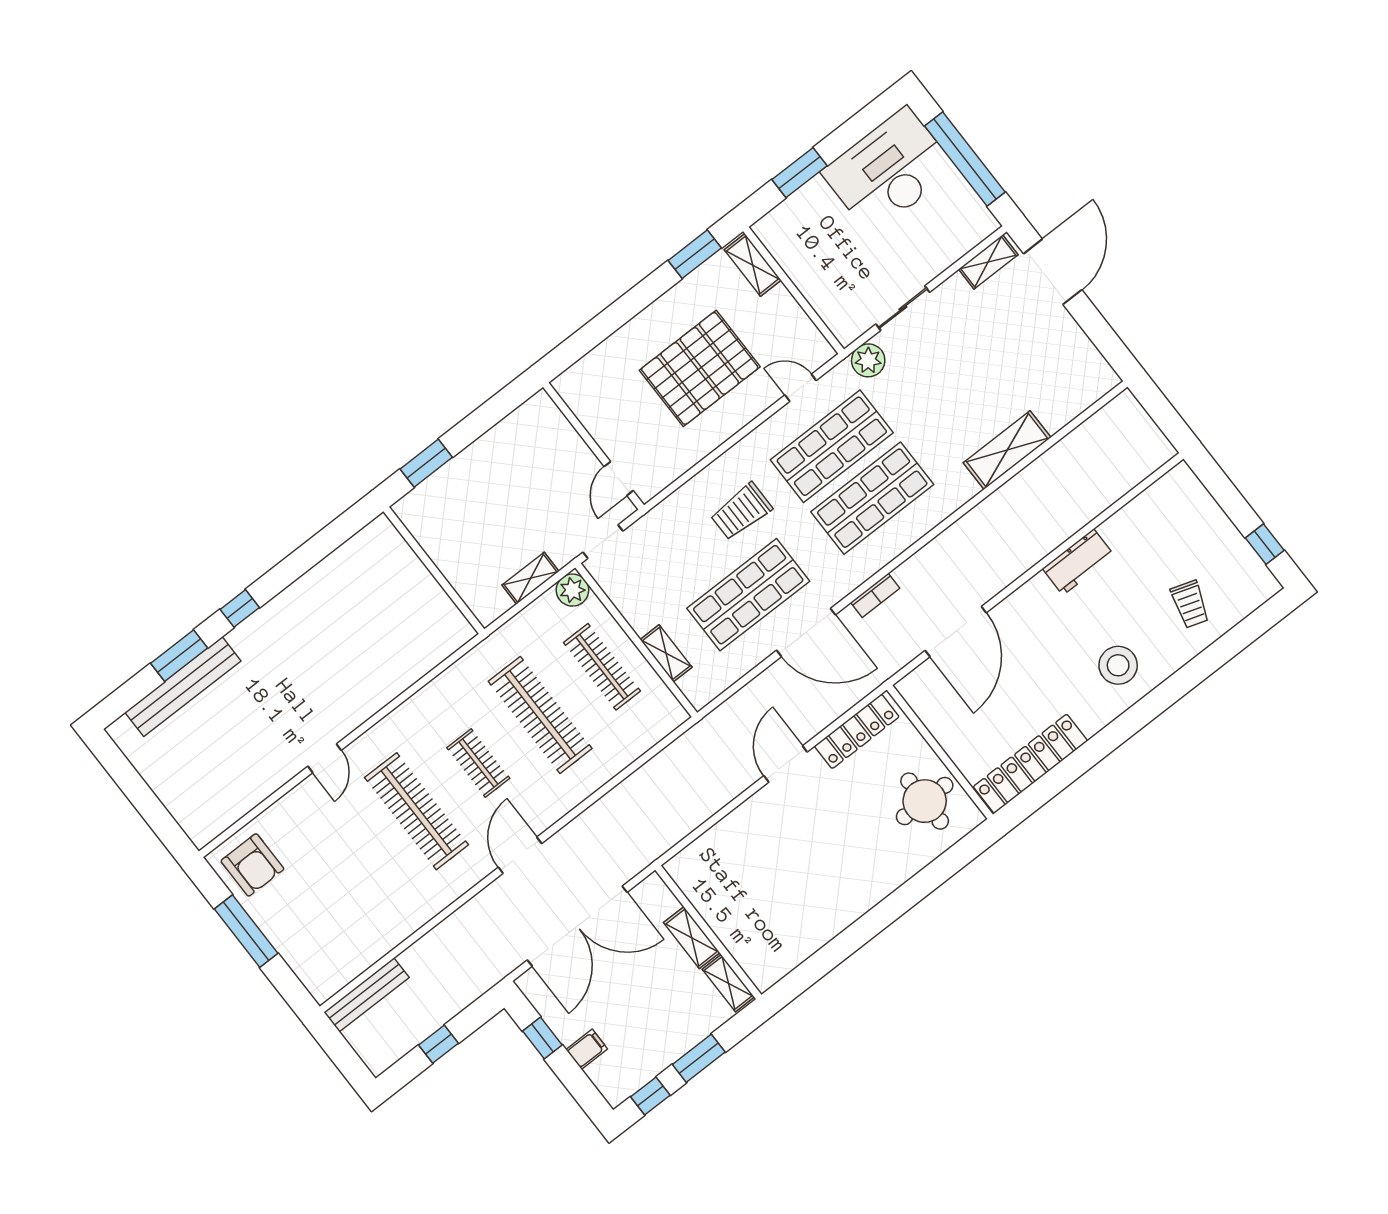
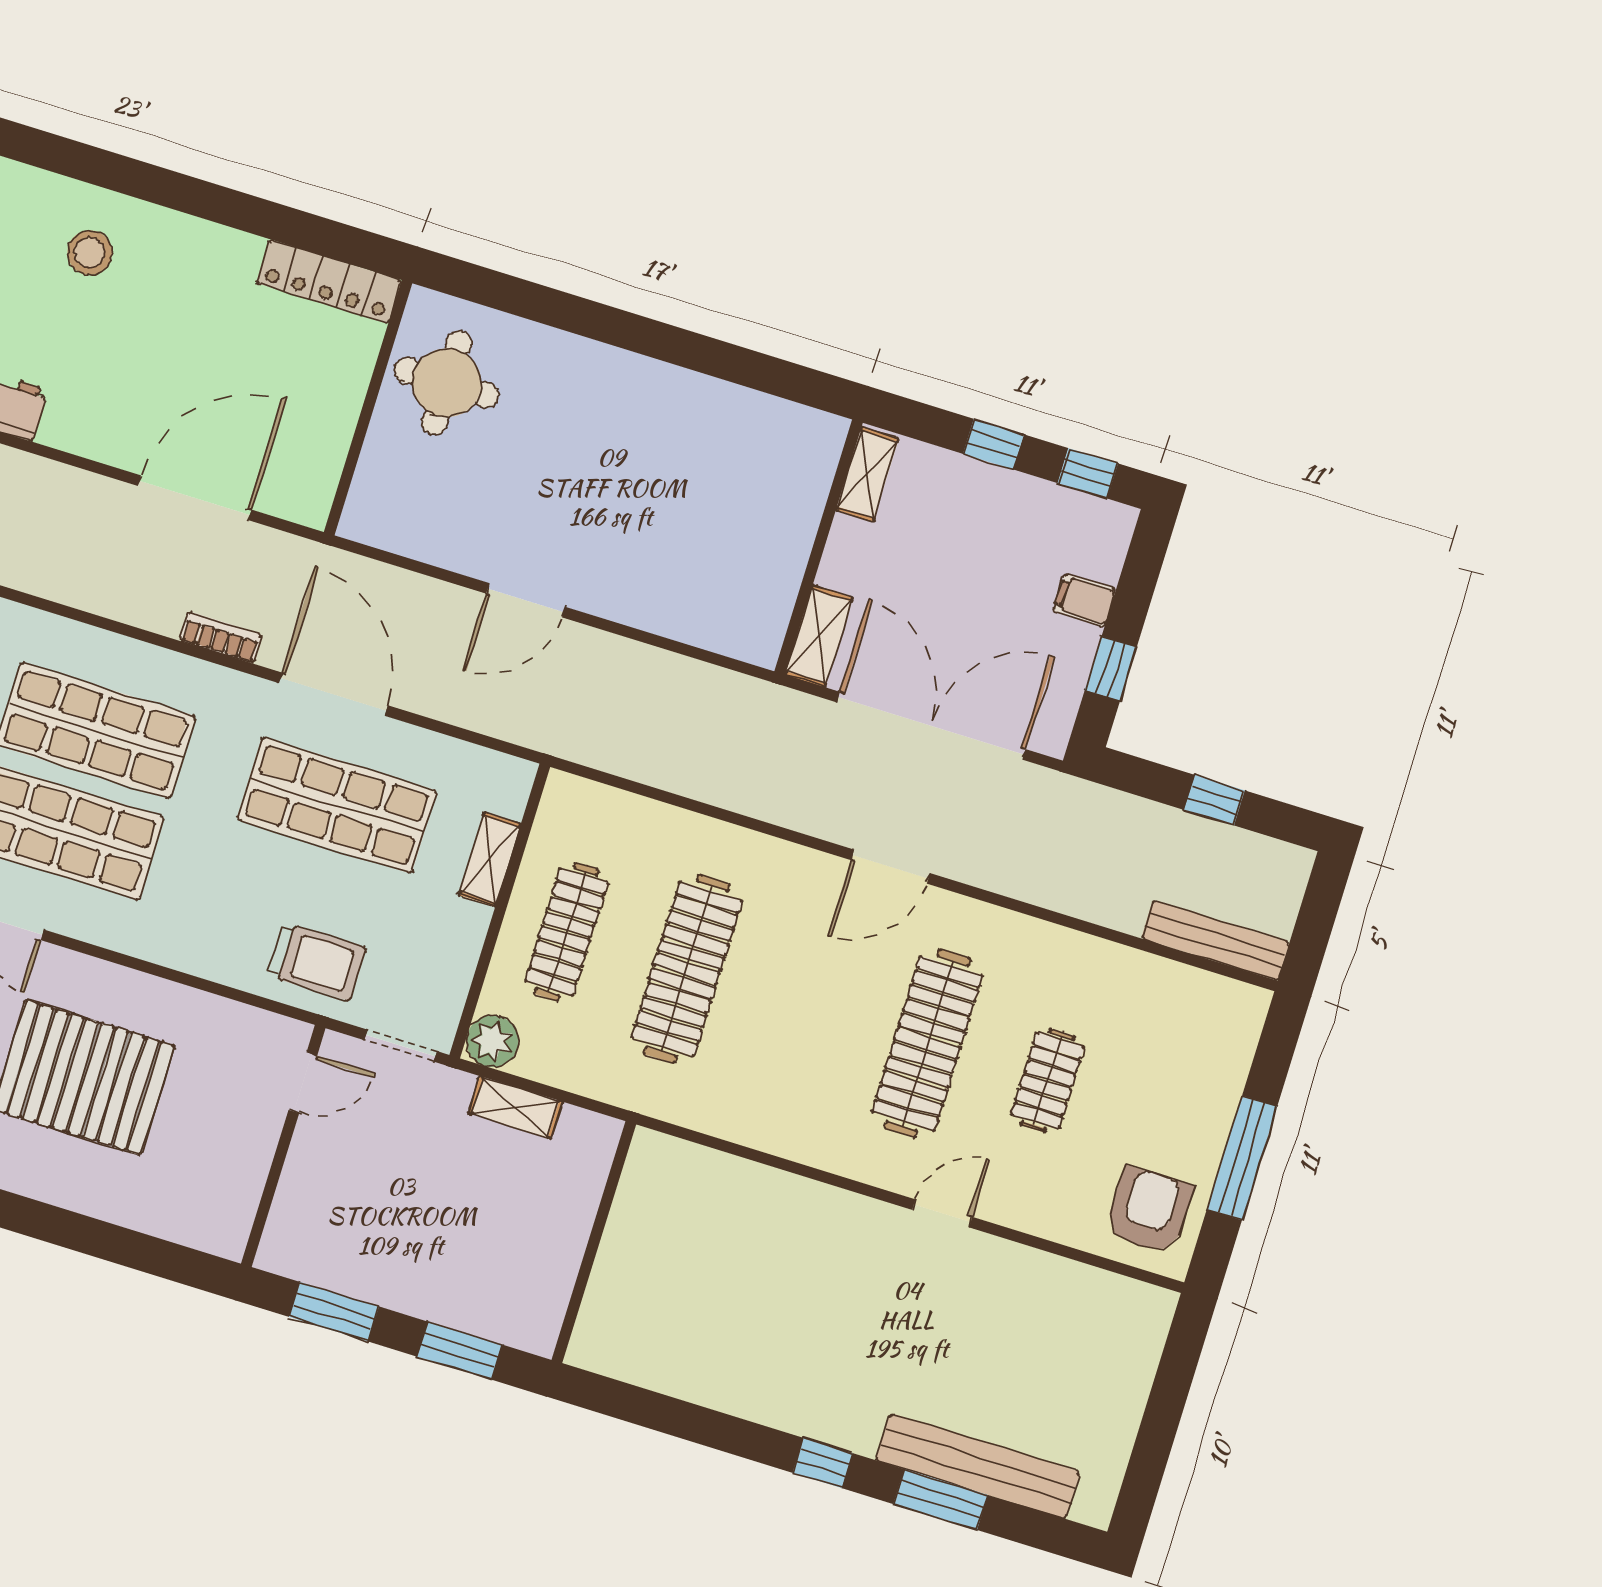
window: (491, 413) -> (334, 1312), added
trolley: (741, 511) -> (317, 962), moved
stool: (1118, 665) -> (90, 253), width x0.73, depth x0.73
locker: (857, 731) -> (417, 536), removed
clothes rail: (478, 763) -> (1048, 1081), moved
locker: (1030, 764) -> (329, 281), width x0.71, depth x0.83
shelving: (692, 938) -> (819, 636), moved
window: (699, 1058) -> (994, 444), width x0.67

